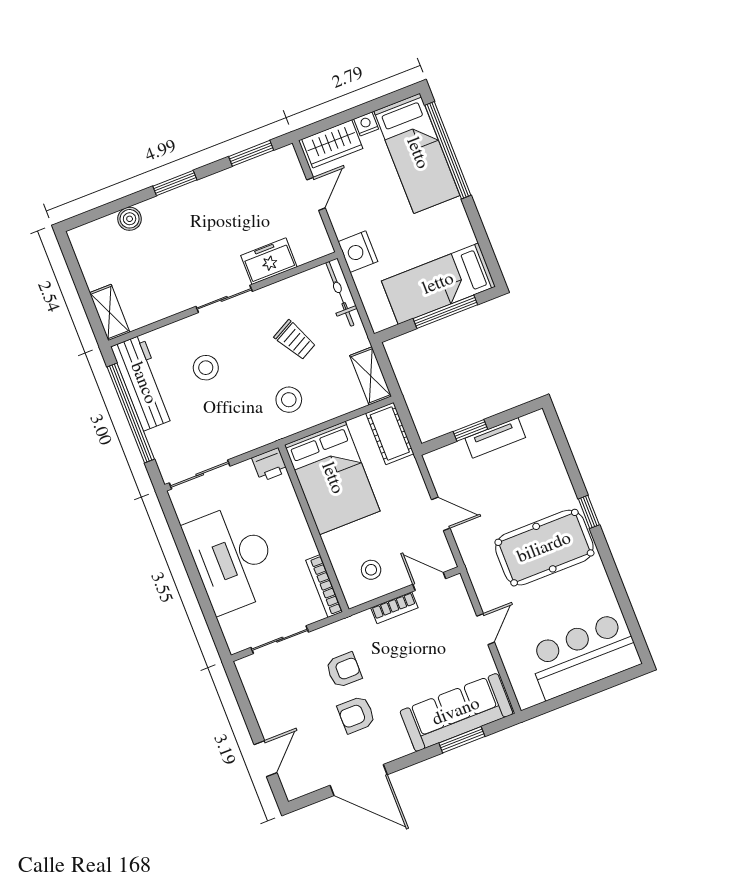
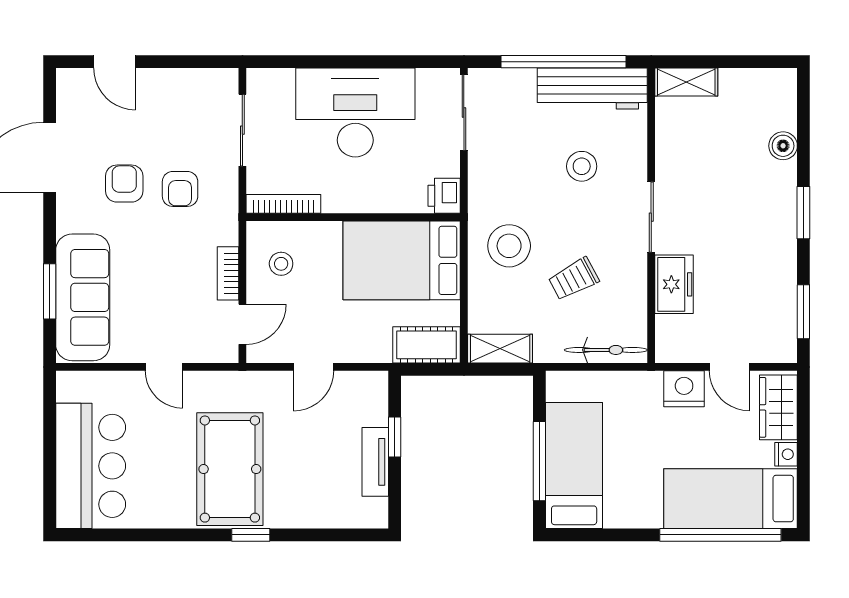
nightstand: (358, 252) -> (684, 389), moved
stool: (289, 400) -> (509, 246), width x1.38, depth x1.38

